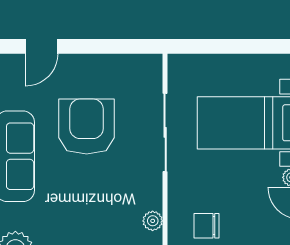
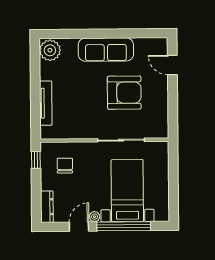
plant: (153, 221) -> (68, 133), removed

